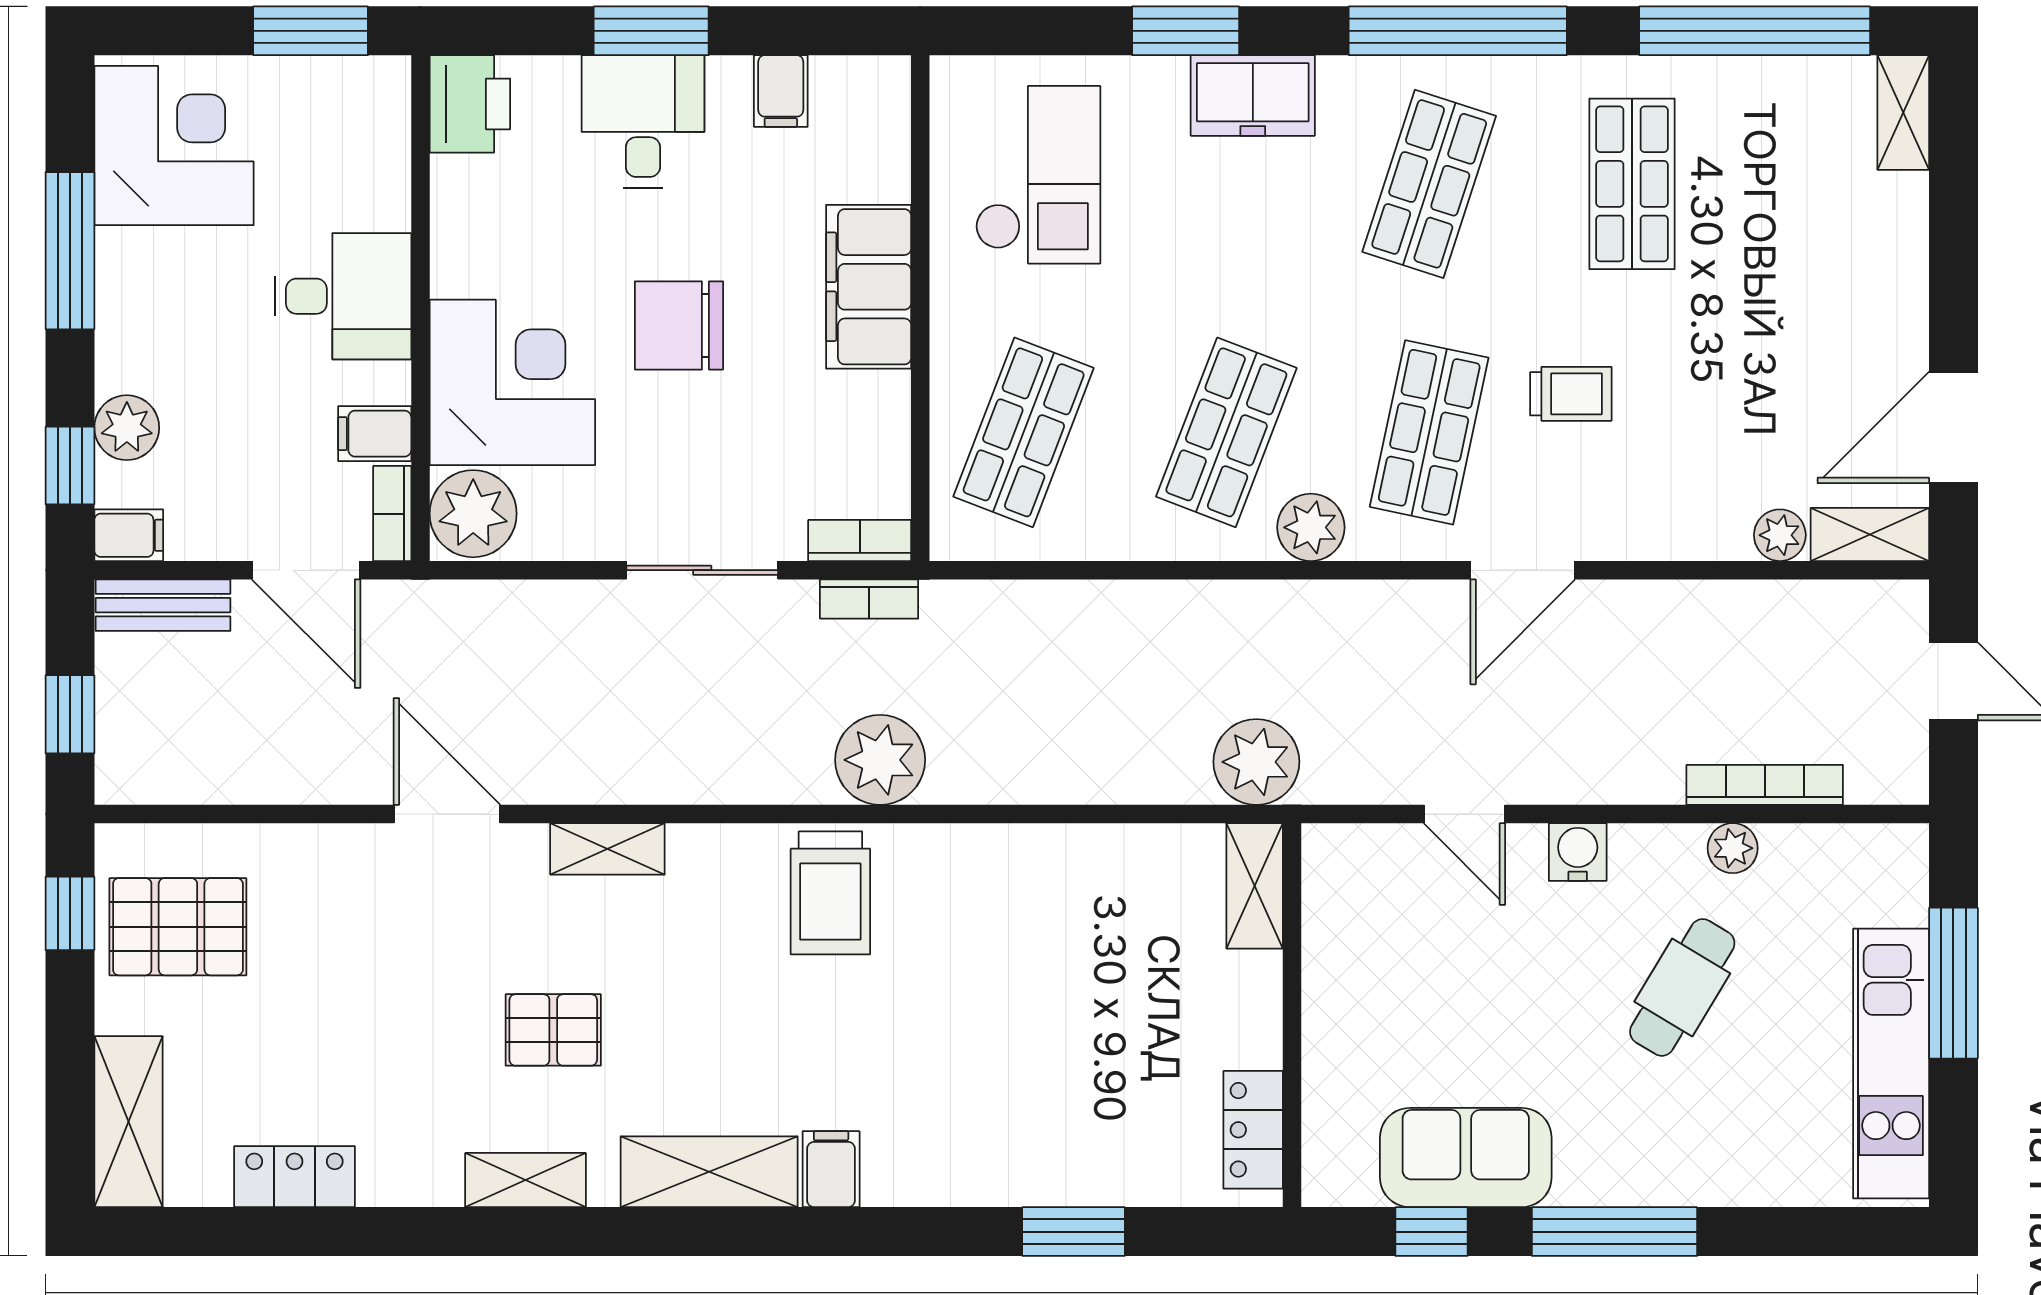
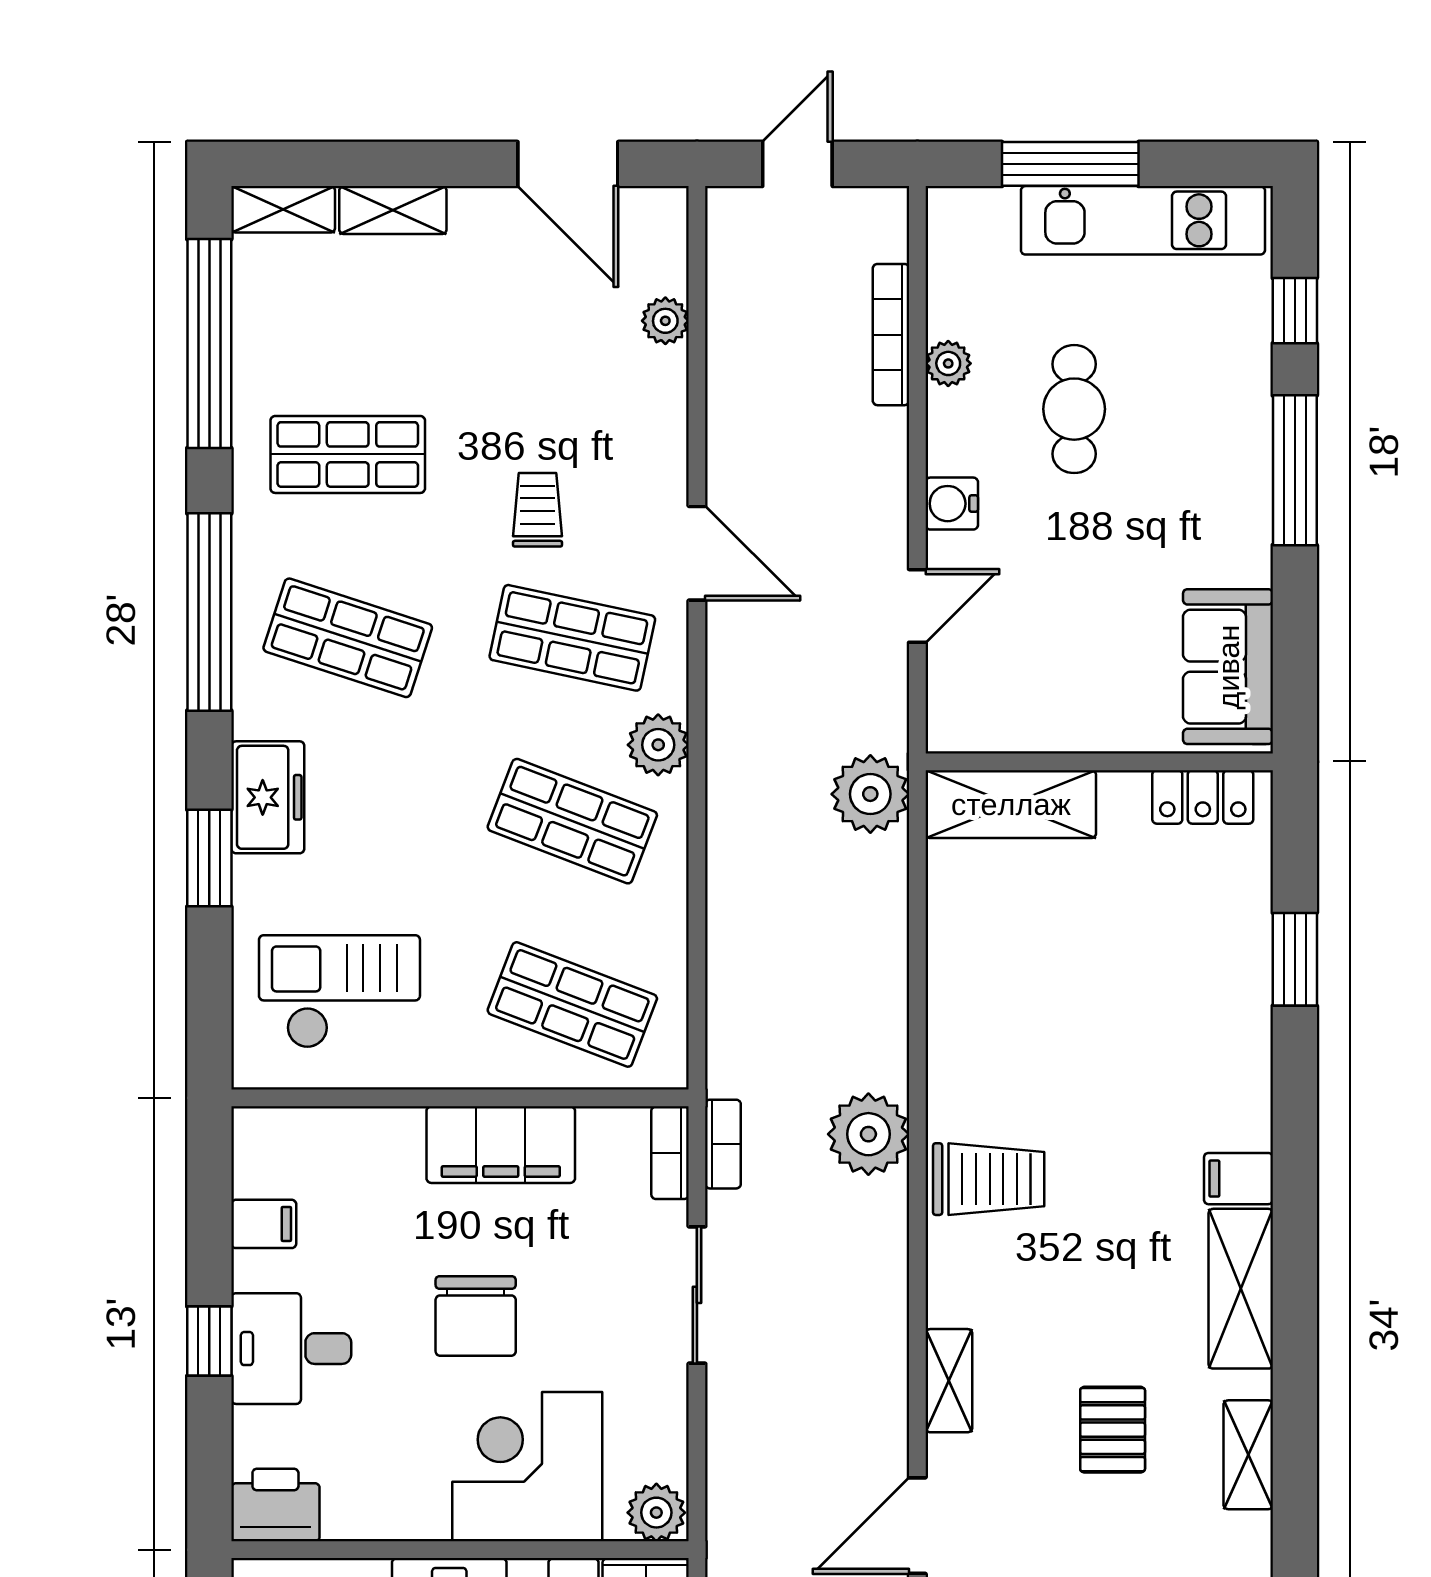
window: (651, 31) -> (209, 1341), width x0.67
filing cabinet: (869, 287) -> (501, 1145), moved
plant: (473, 514) -> (656, 1513), width x0.73, depth x0.73
shelving: (1870, 534) -> (393, 210), moved, turned 90
shelving: (1255, 886) -> (1011, 804), width x1.50, depth x1.33
cafe table: (1682, 987) -> (1074, 409), turned 59
sofa: (1466, 1158) -> (1228, 667), moved
window: (1432, 1232) -> (1295, 311), moved

